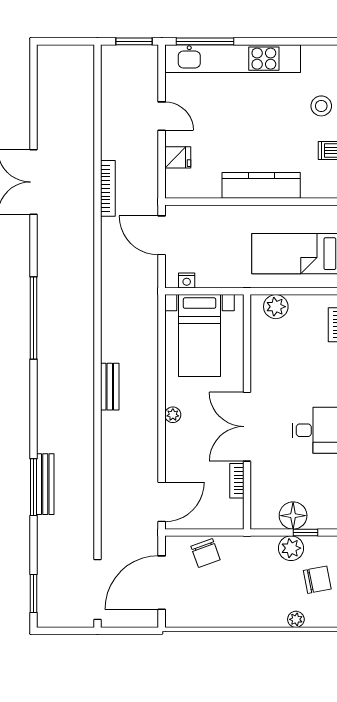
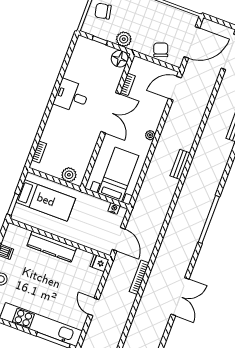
fridge: (178, 157) -> (99, 263), moved
floor lamp: (293, 516) -> (120, 59), moved
plant: (291, 548) -> (124, 39), moved

